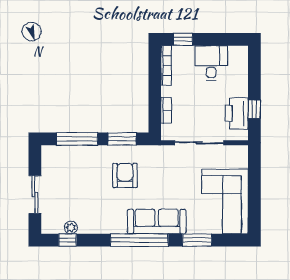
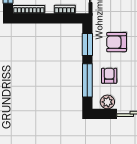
plant: (50, 164) -> (107, 102), added
armchair: (83, 166) -> (109, 76), added

